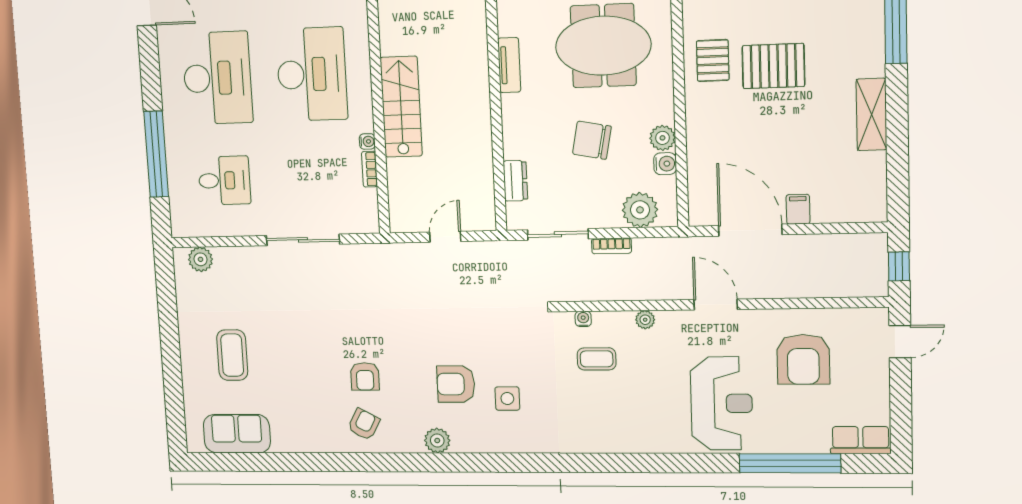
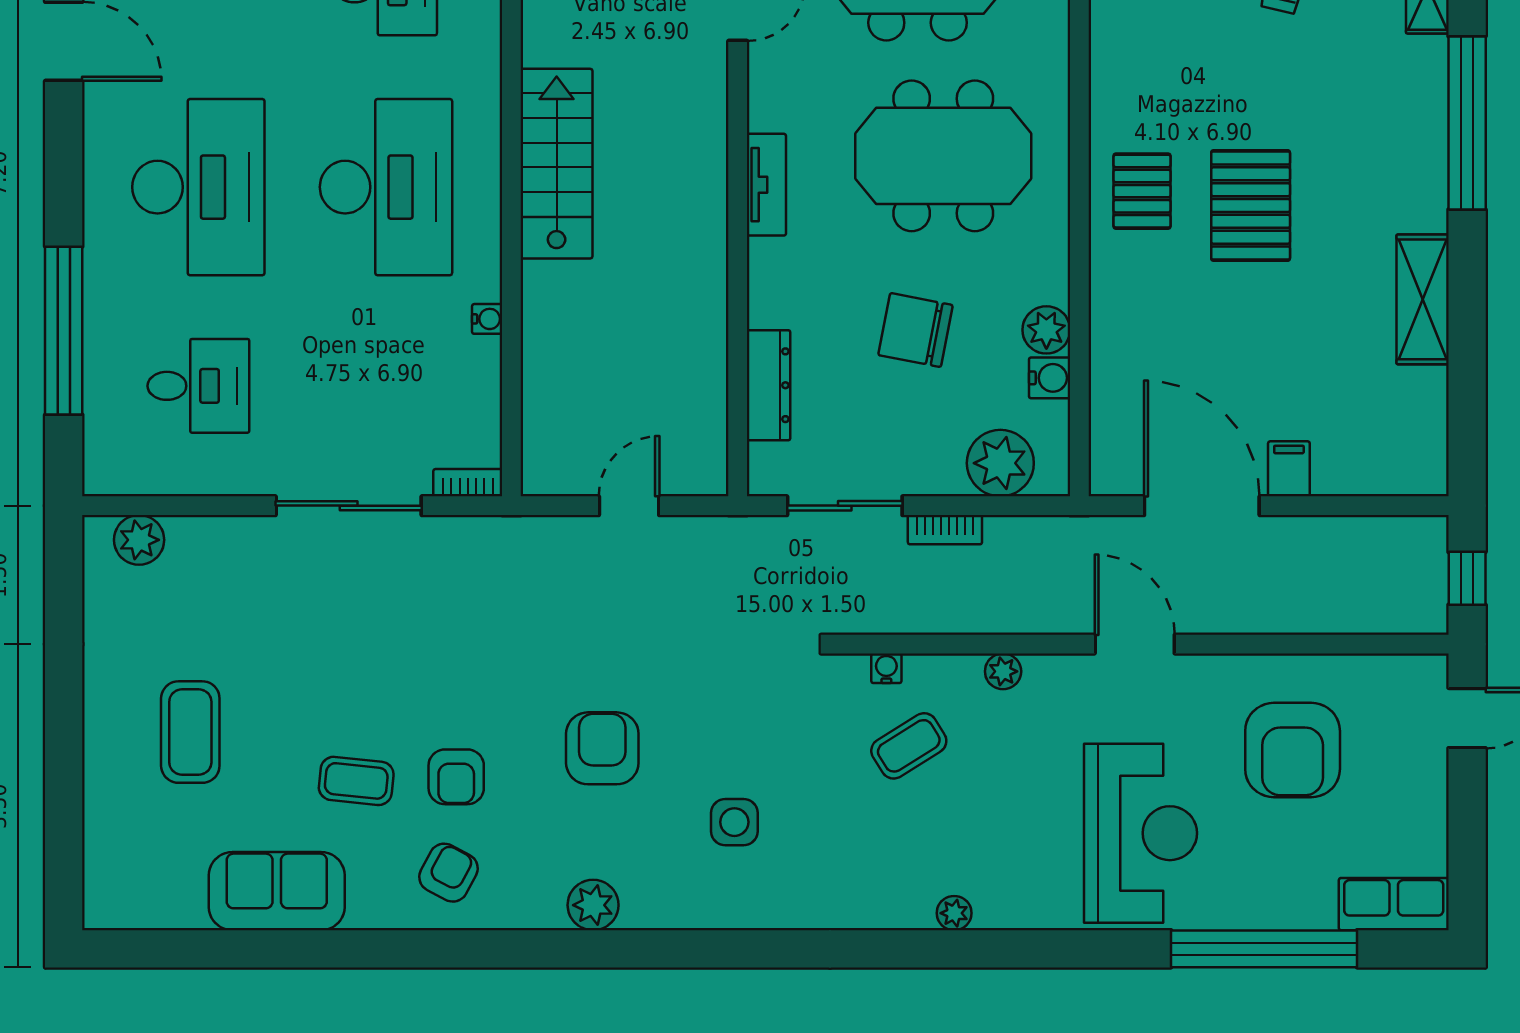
pallet: (773, 66) -> (1251, 206), turned 90
stairs: (401, 107) -> (557, 164), moved
bookcase: (369, 169) -> (468, 483), moved, turned 90
dresser: (515, 181) -> (769, 385), width x1.44
coffee table: (597, 359) -> (909, 746), turned -32
coffee table: (315, 379) -> (356, 781), added
armchair: (456, 384) -> (602, 748), moved, turned 90
sofa: (237, 434) -> (277, 891), moved
plant: (624, 445) -> (954, 913), added

